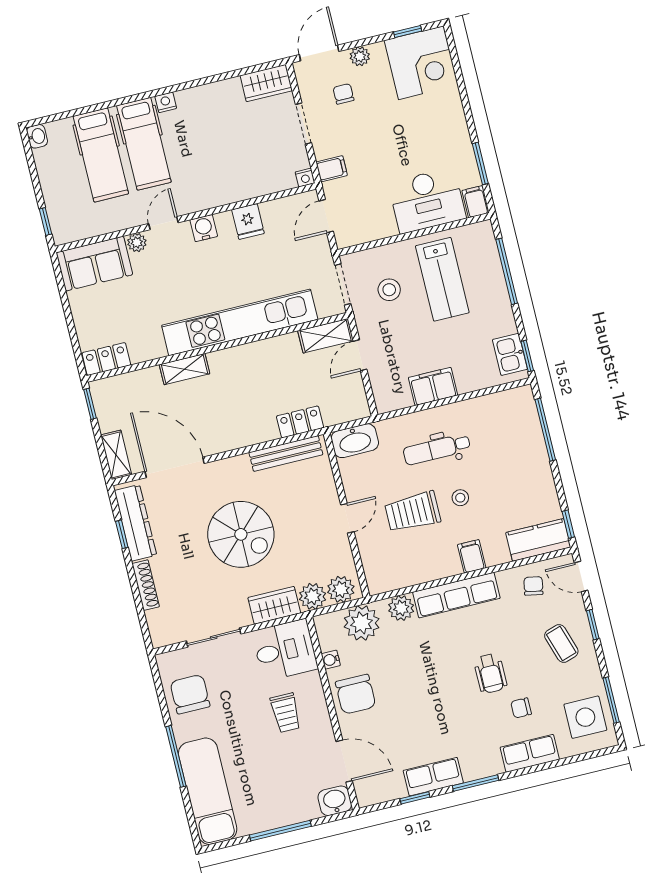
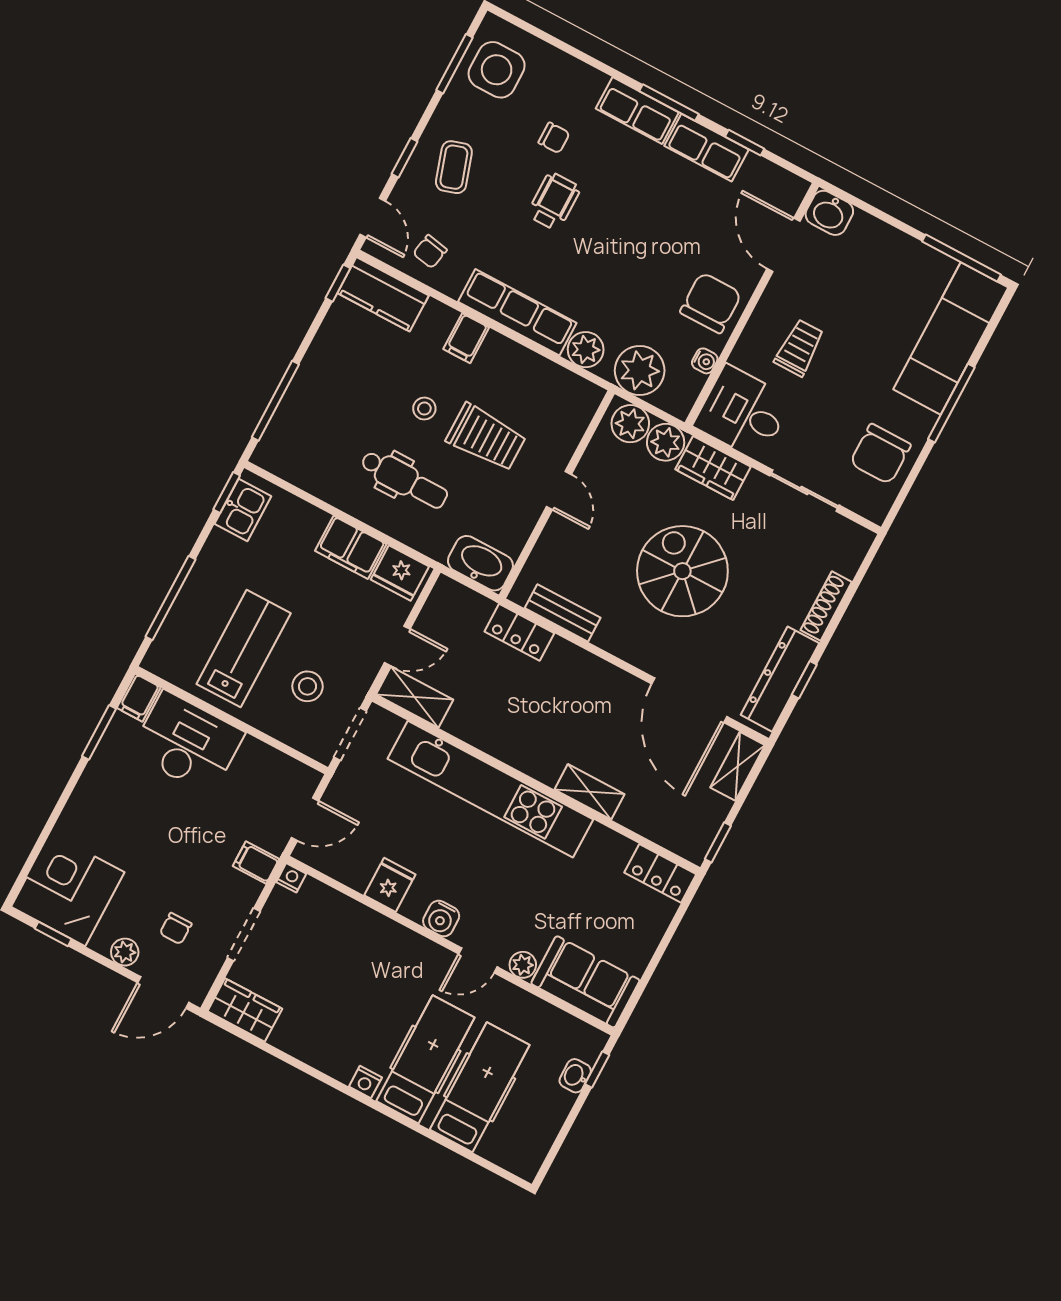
washbasin: (37, 136) -> (575, 1076), moved
fridge: (394, 396) -> (400, 573), added
bench: (286, 453) -> (563, 613), width x0.73
door: (347, 518) -> (559, 491), swing flipped
row of seats: (530, 753) -> (637, 111), moved
window: (280, 831) -> (961, 258), moved

